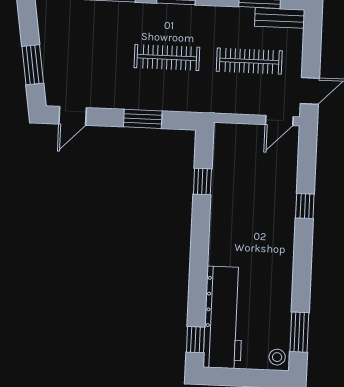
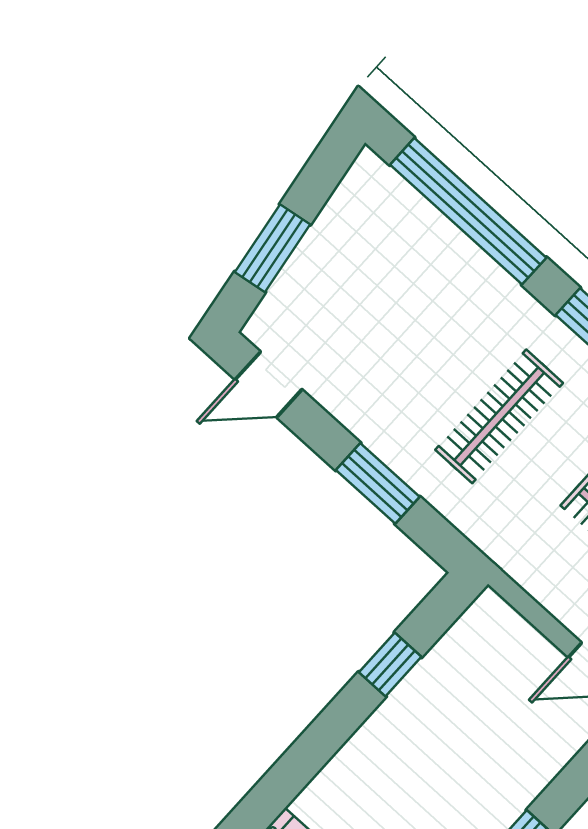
clothes rail: (167, 57) -> (499, 416), turned 90

